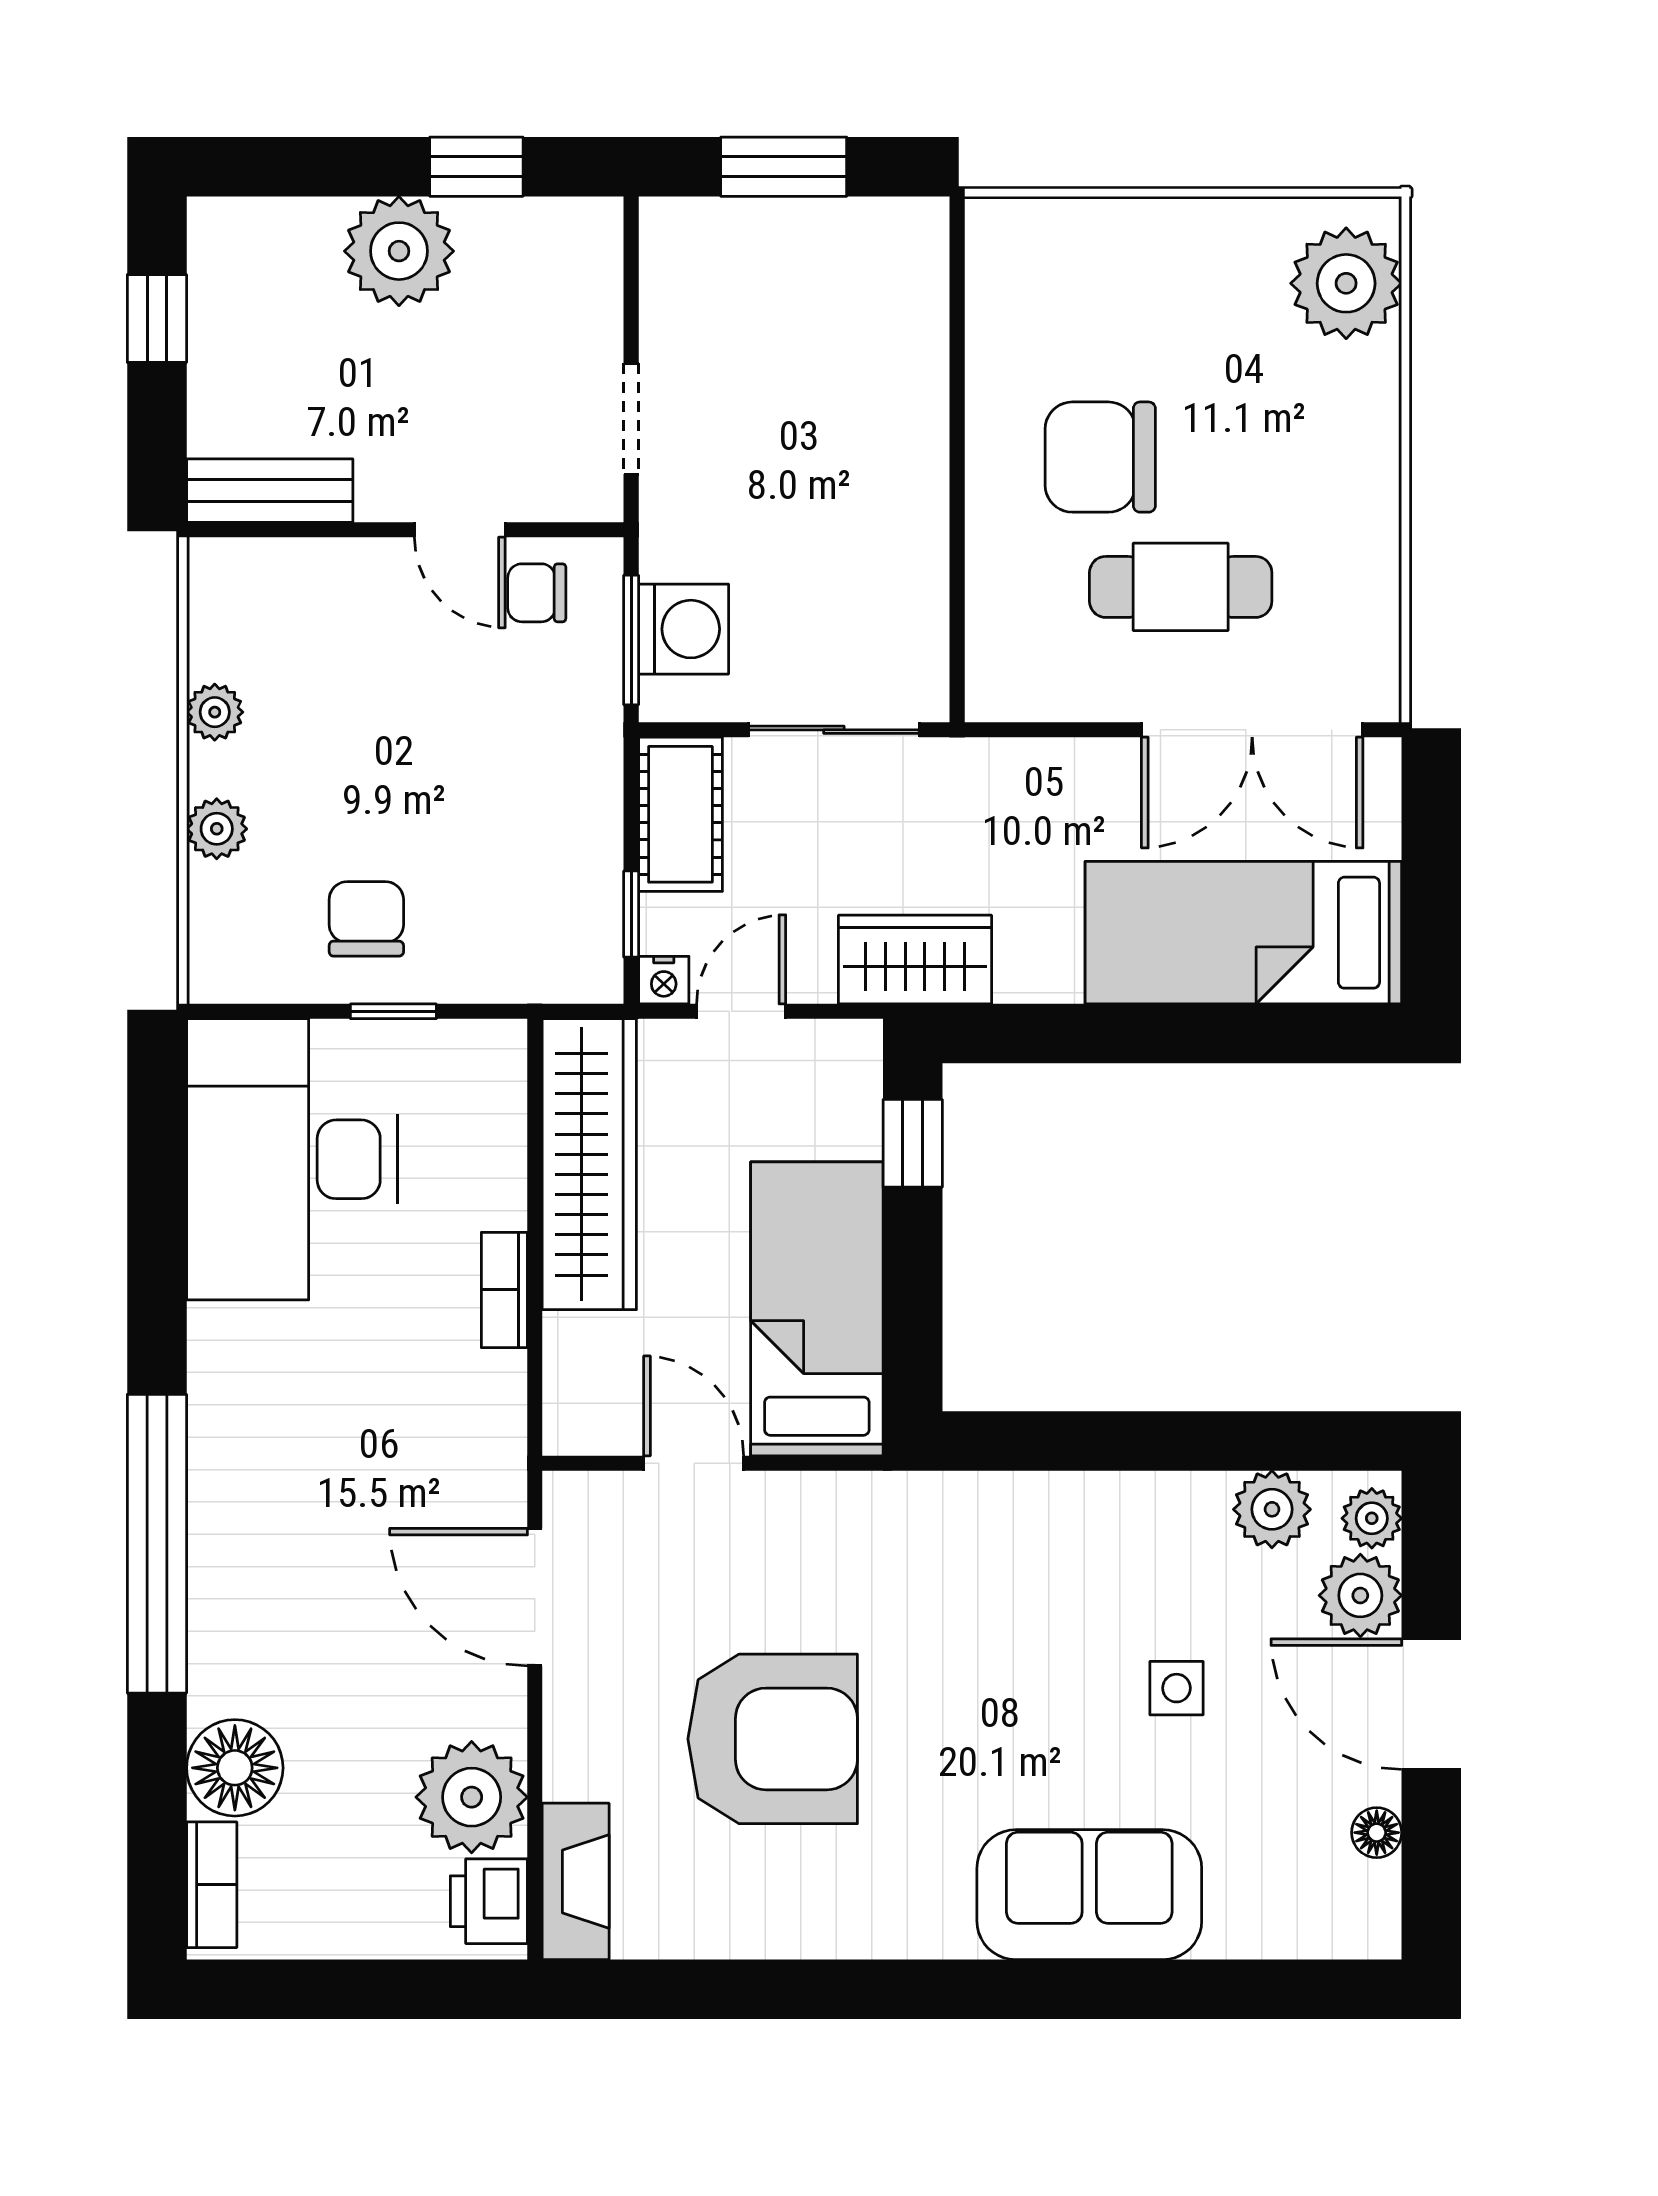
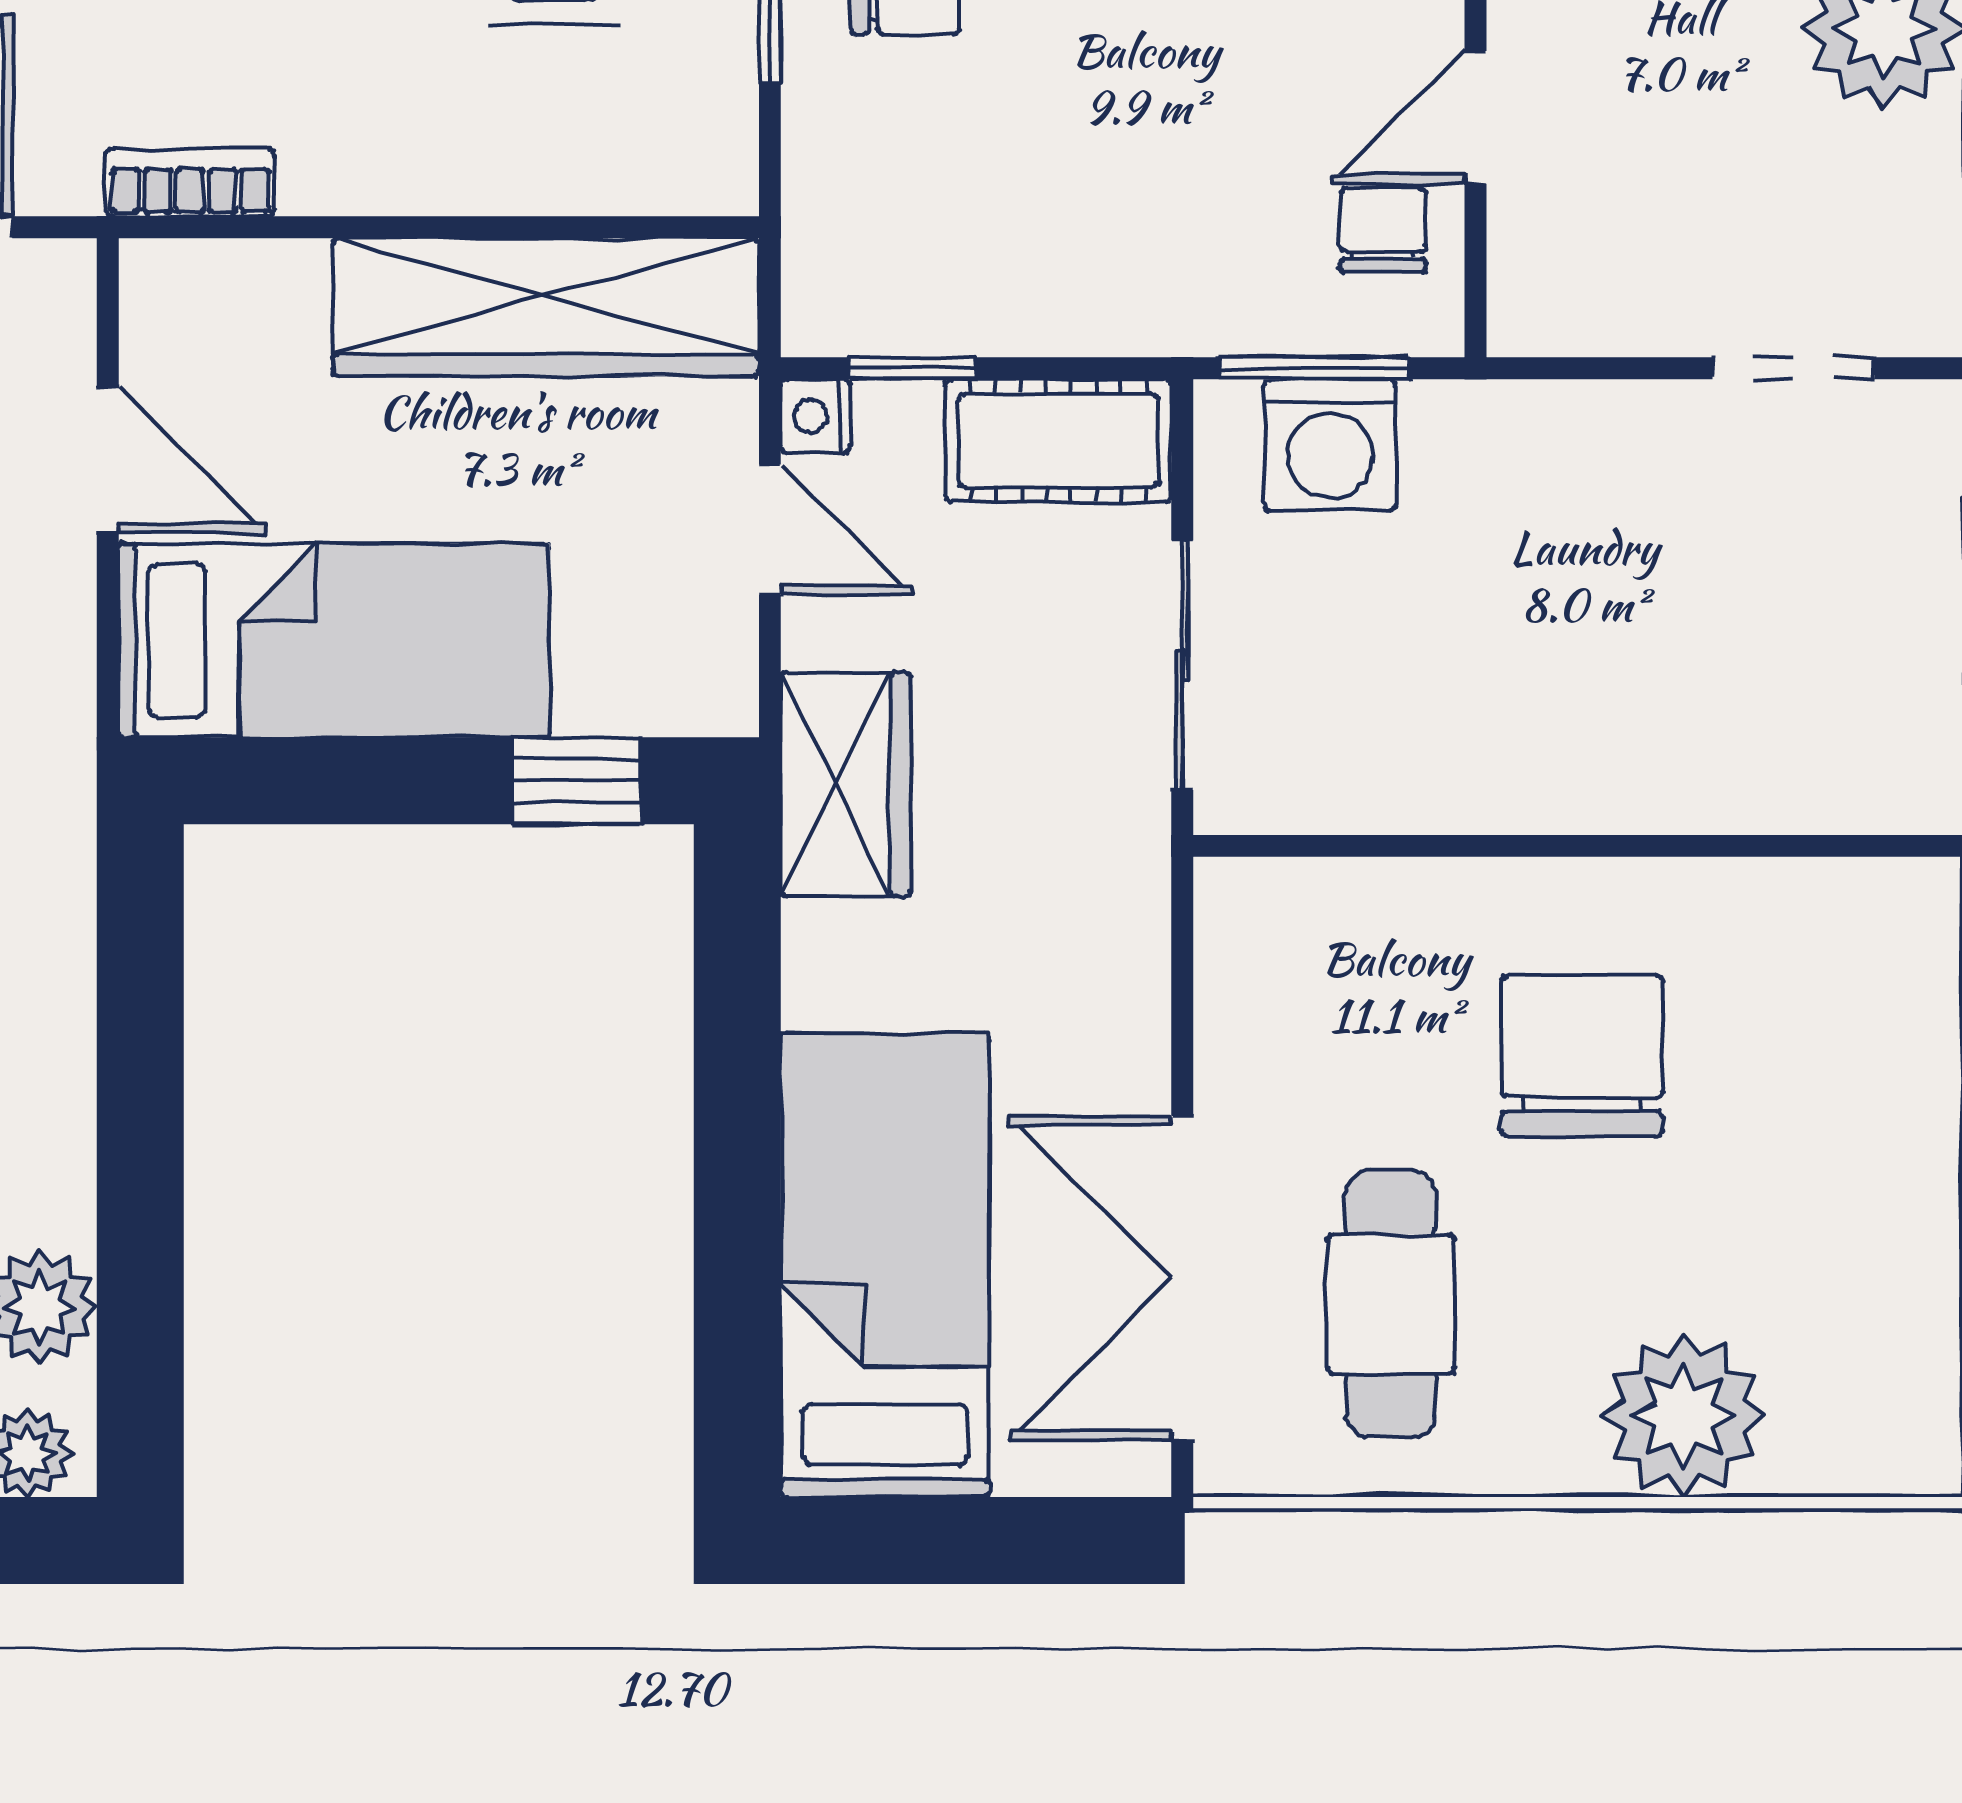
plant: (1346, 283) -> (1684, 1416), moved
doorway: (631, 419) -> (1794, 368), moved
cafe table: (1181, 587) -> (1391, 1304), moved
bookcase: (504, 1290) -> (190, 182), moved
door: (694, 1463) -> (108, 460), hinge flipped

